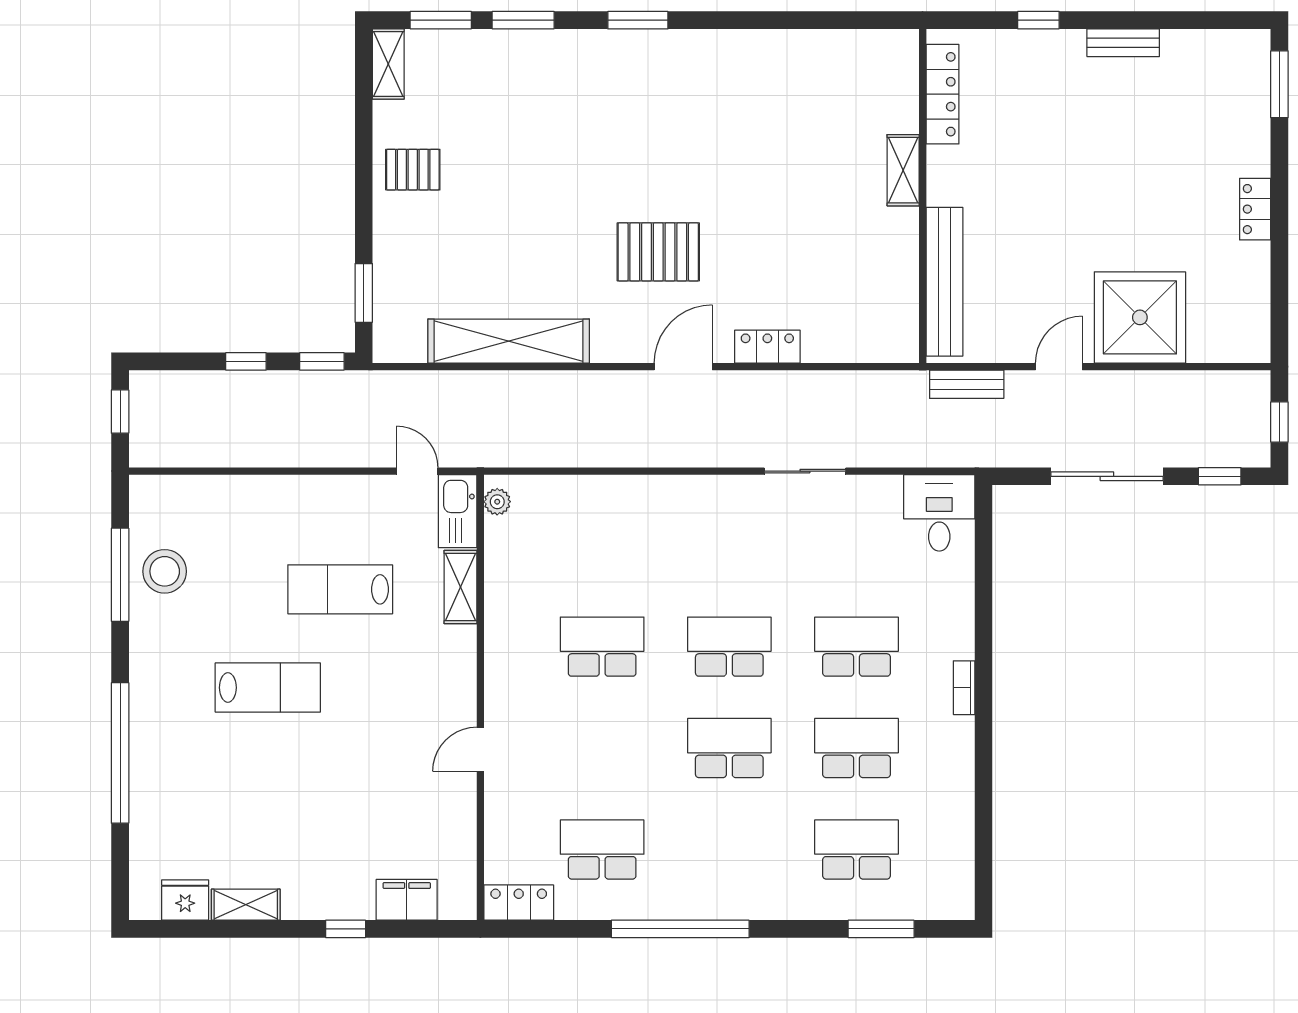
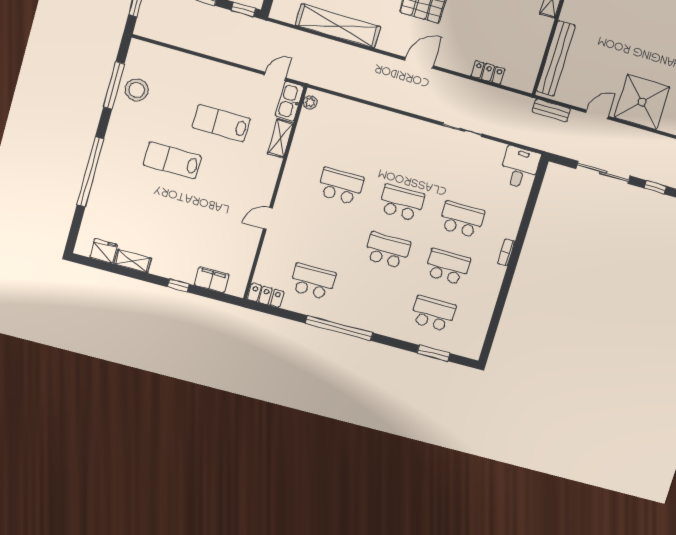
locker: (767, 347) -> (488, 72), moved
door: (417, 471) -> (275, 76), hinge flipped
lab bench: (268, 688) -> (172, 160), turned 180

